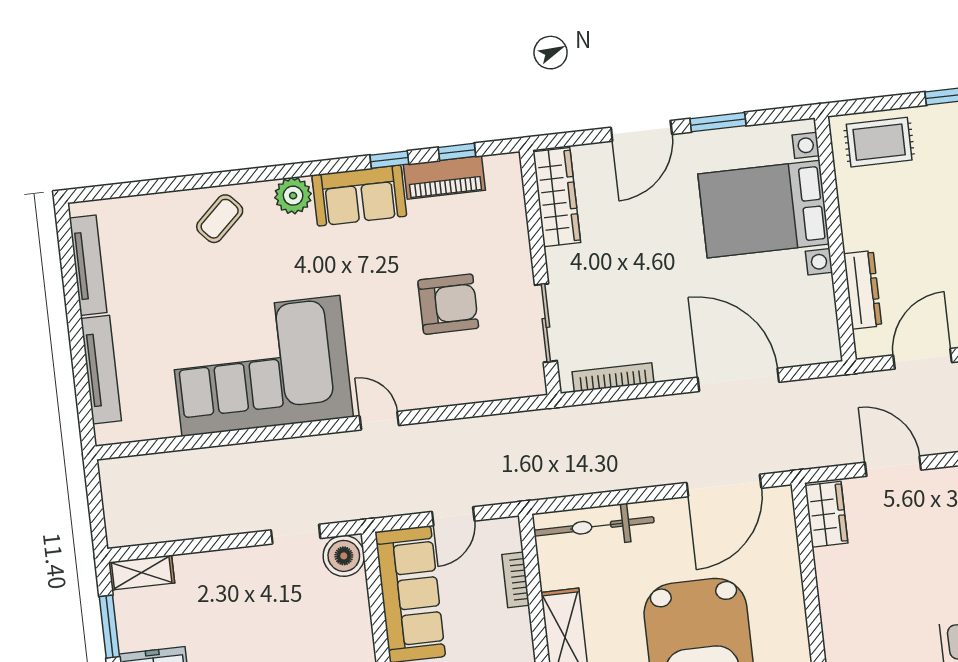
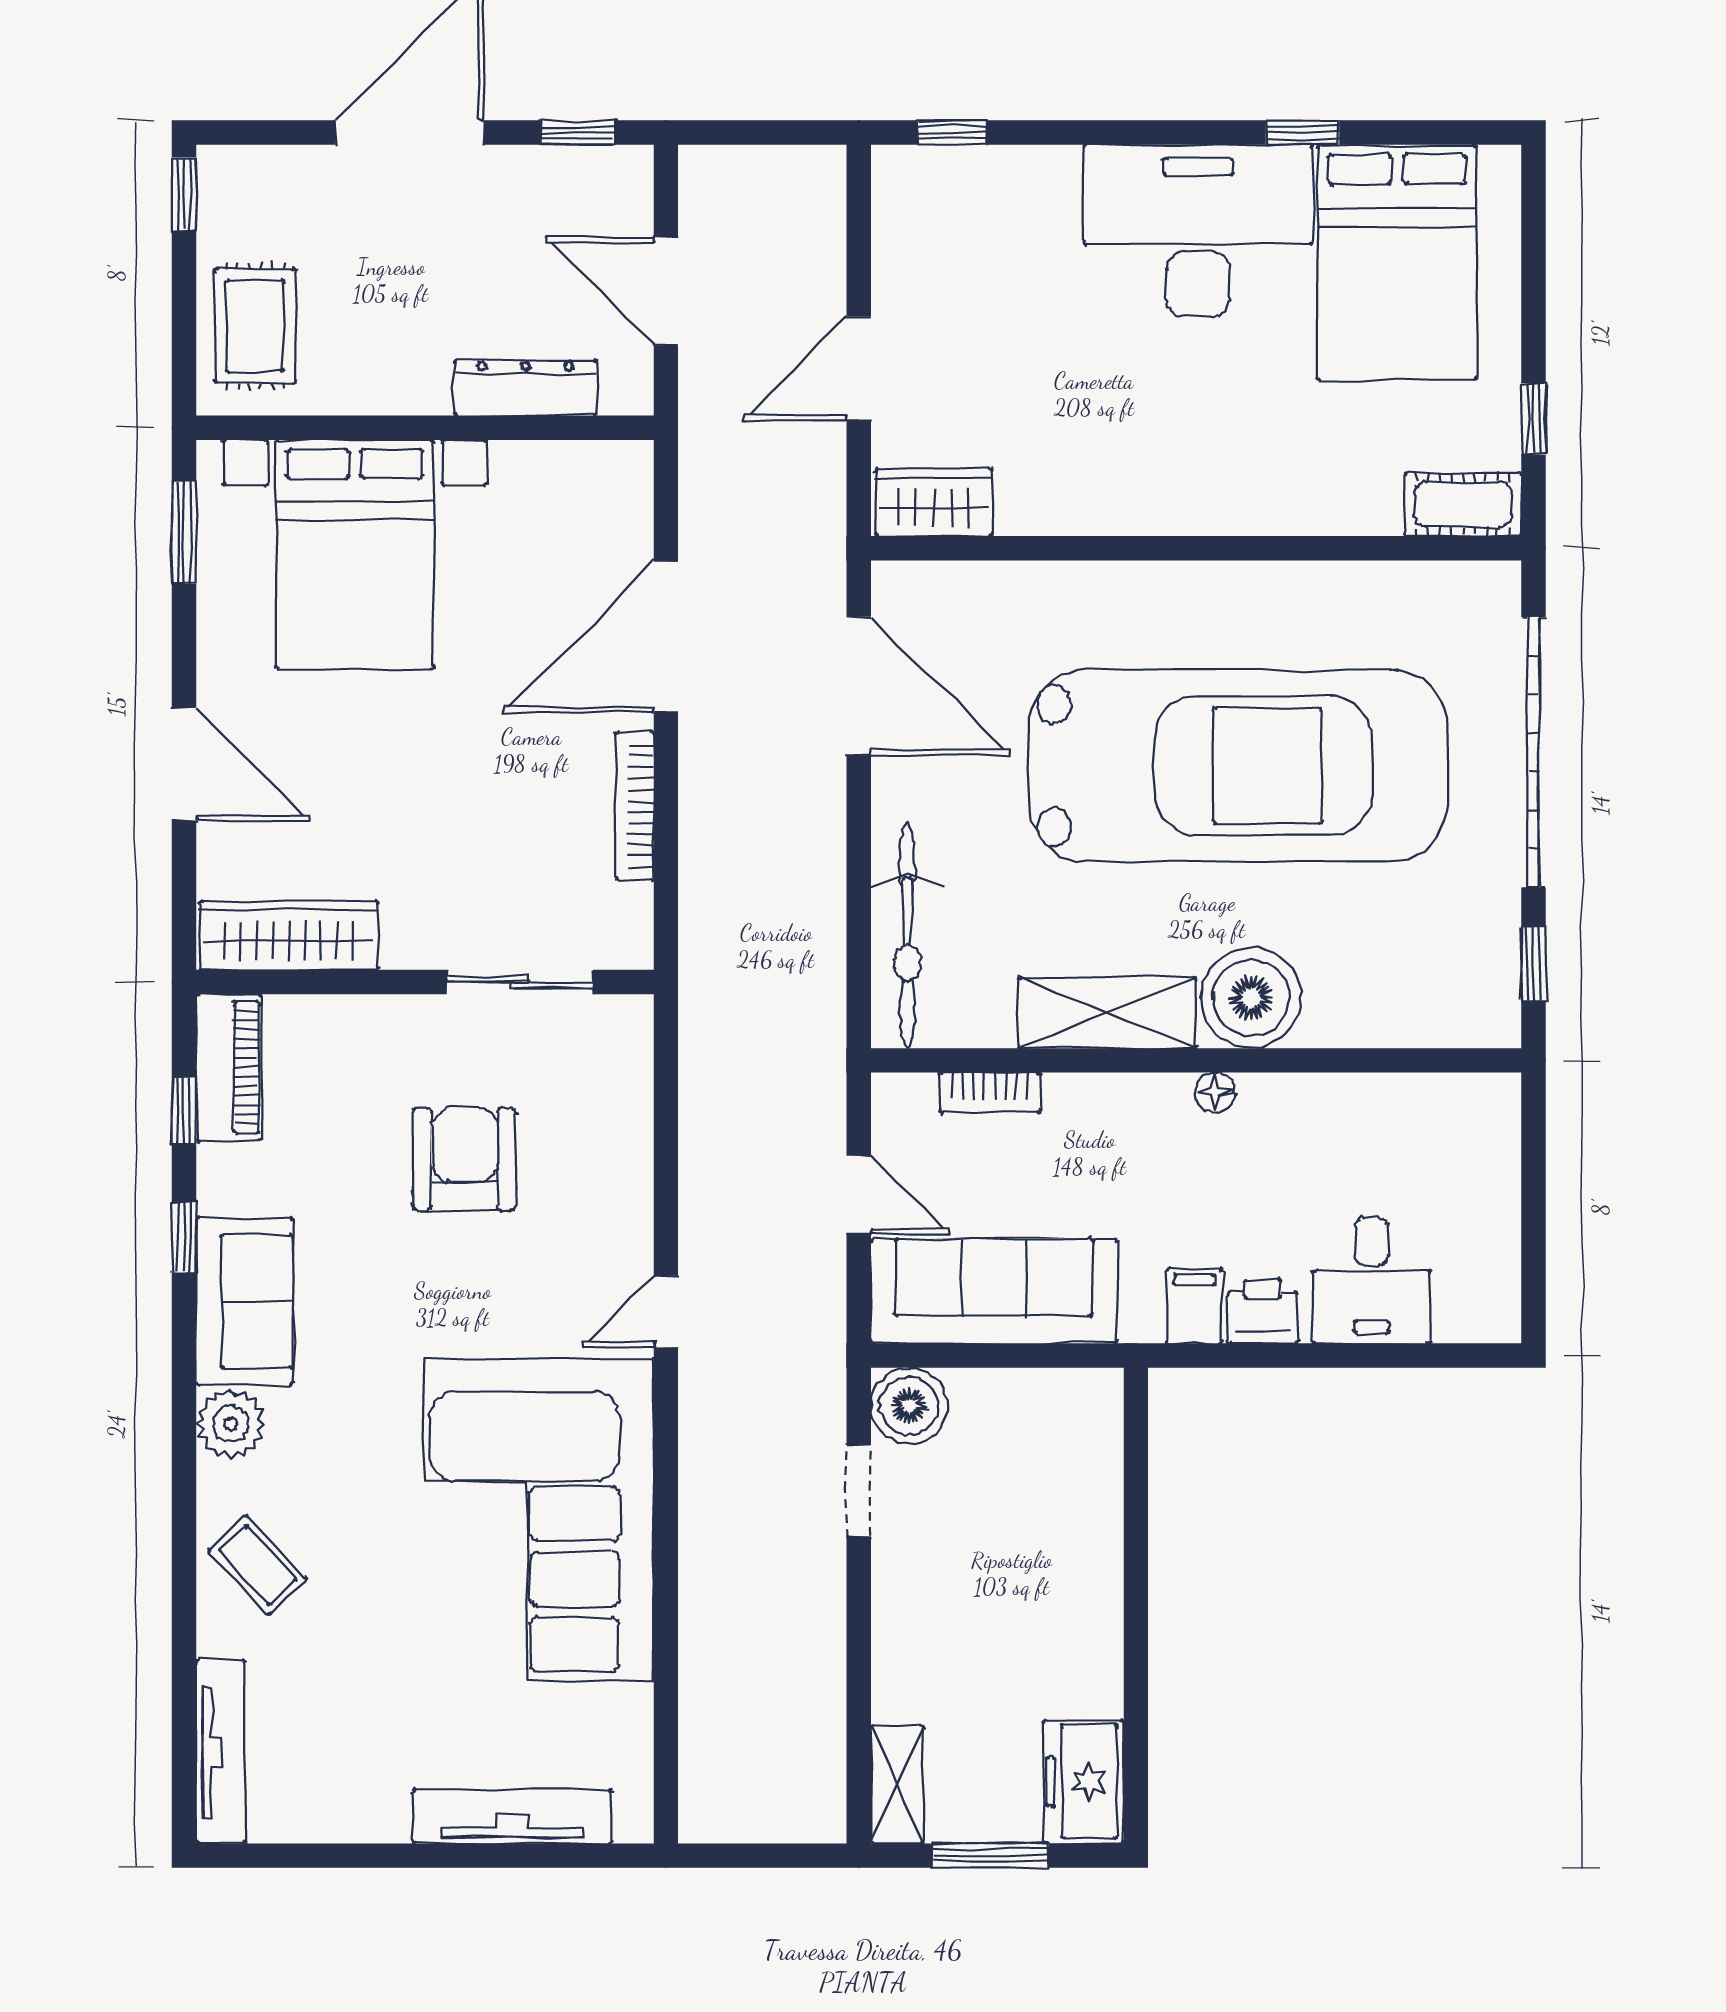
window: (718, 122) -> (184, 532), moved
piano: (444, 177) -> (229, 1067), moved
tv unit: (88, 265) -> (221, 1752), moved, turned 90
bookcase: (613, 377) -> (635, 806), moved

